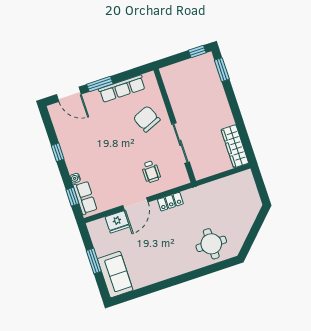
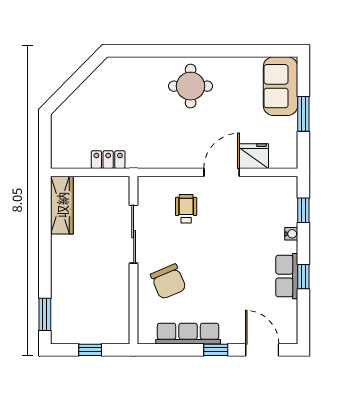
window: (197, 52) -> (90, 350), moved
window: (100, 84) -> (216, 350), width x0.67
row of seats: (85, 198) -> (287, 276), moved
locker: (170, 202) -> (108, 160), moved
round table: (211, 244) -> (191, 86), moved

